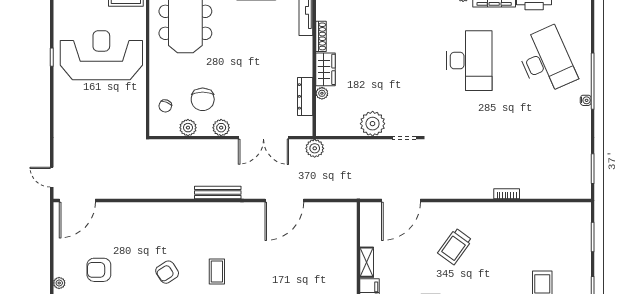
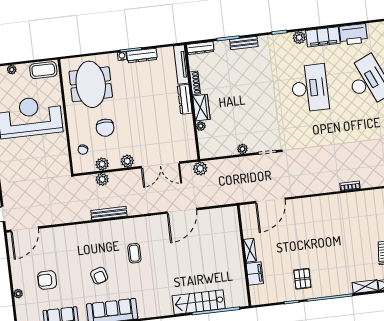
dresser: (305, 96) -> (185, 99), moved
chair: (203, 99) -> (105, 128), moved
plant: (373, 124) -> (242, 149), width x0.53, depth x0.53
plant: (186, 148) -> (102, 179), added
bench: (218, 192) -> (109, 213), moved
trolley: (455, 246) -> (315, 231), removed
armchair: (167, 272) -> (99, 276), turned -74
coffee table: (217, 272) -> (134, 253), moved

